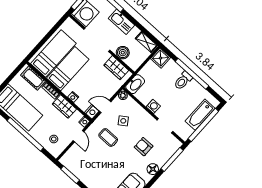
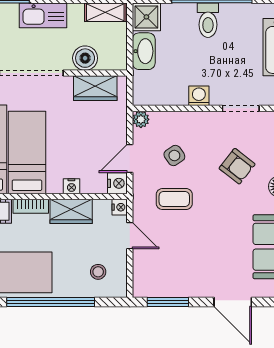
washbasin: (135, 84) -> (144, 51), moved
armchair: (144, 147) -> (237, 166), turned -142

